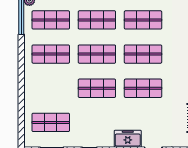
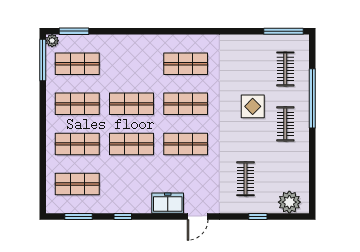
shop shelf: (97, 20) -> (77, 144), moved

